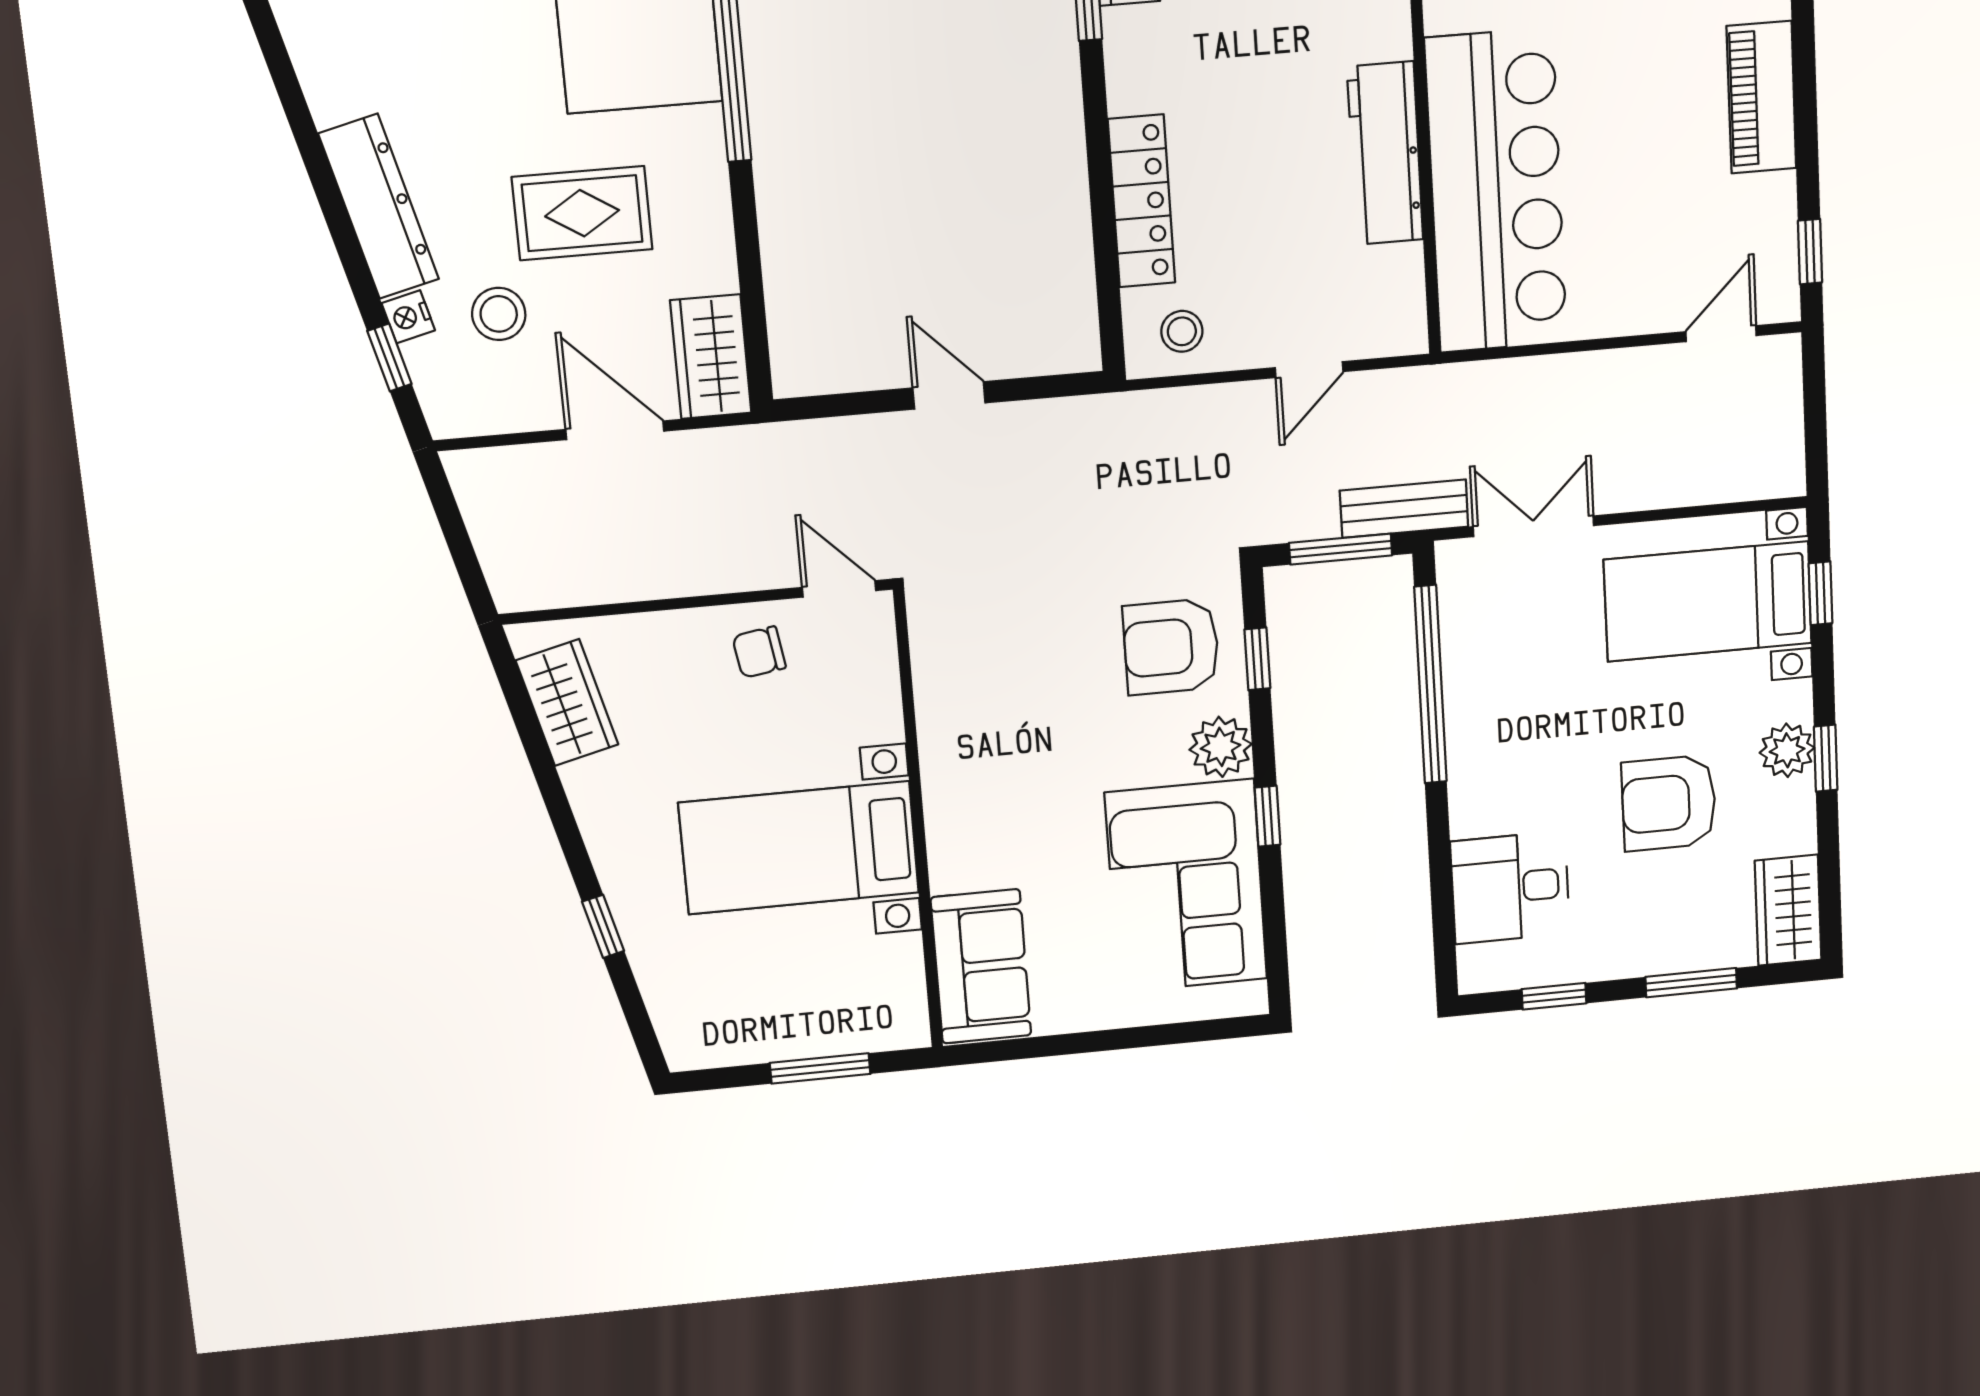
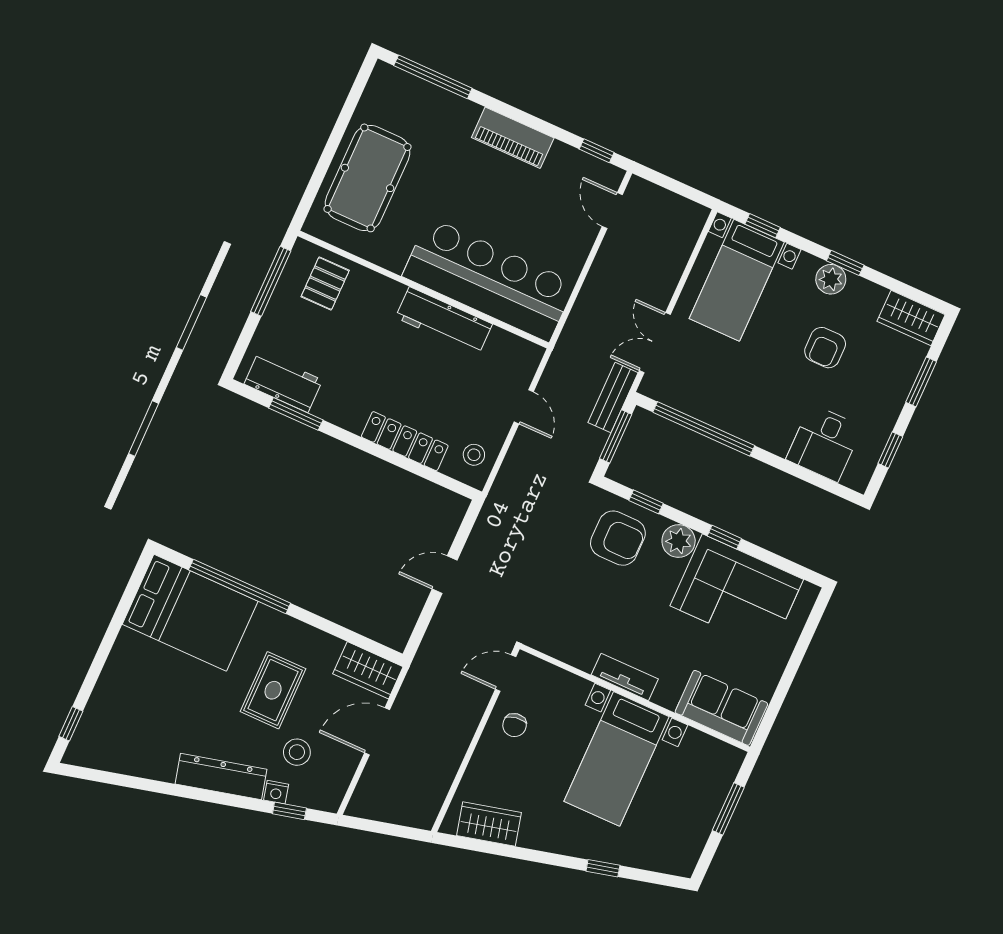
armchair: (1171, 647) -> (618, 538), turned -90
tv unit: (944, 786) -> (625, 677), added
armchair: (1669, 803) -> (825, 348), width x0.72, depth x0.72

